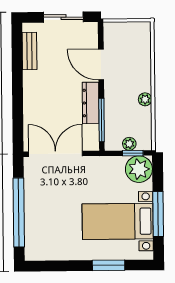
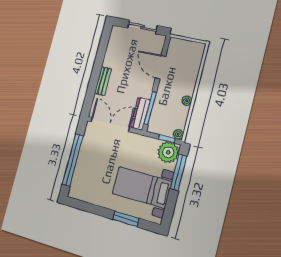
bench: (30, 51) -> (103, 81), moved
dresser: (91, 103) -> (140, 114), moved
plant: (129, 144) -> (178, 134), moved
window: (158, 214) -> (178, 172), moved

